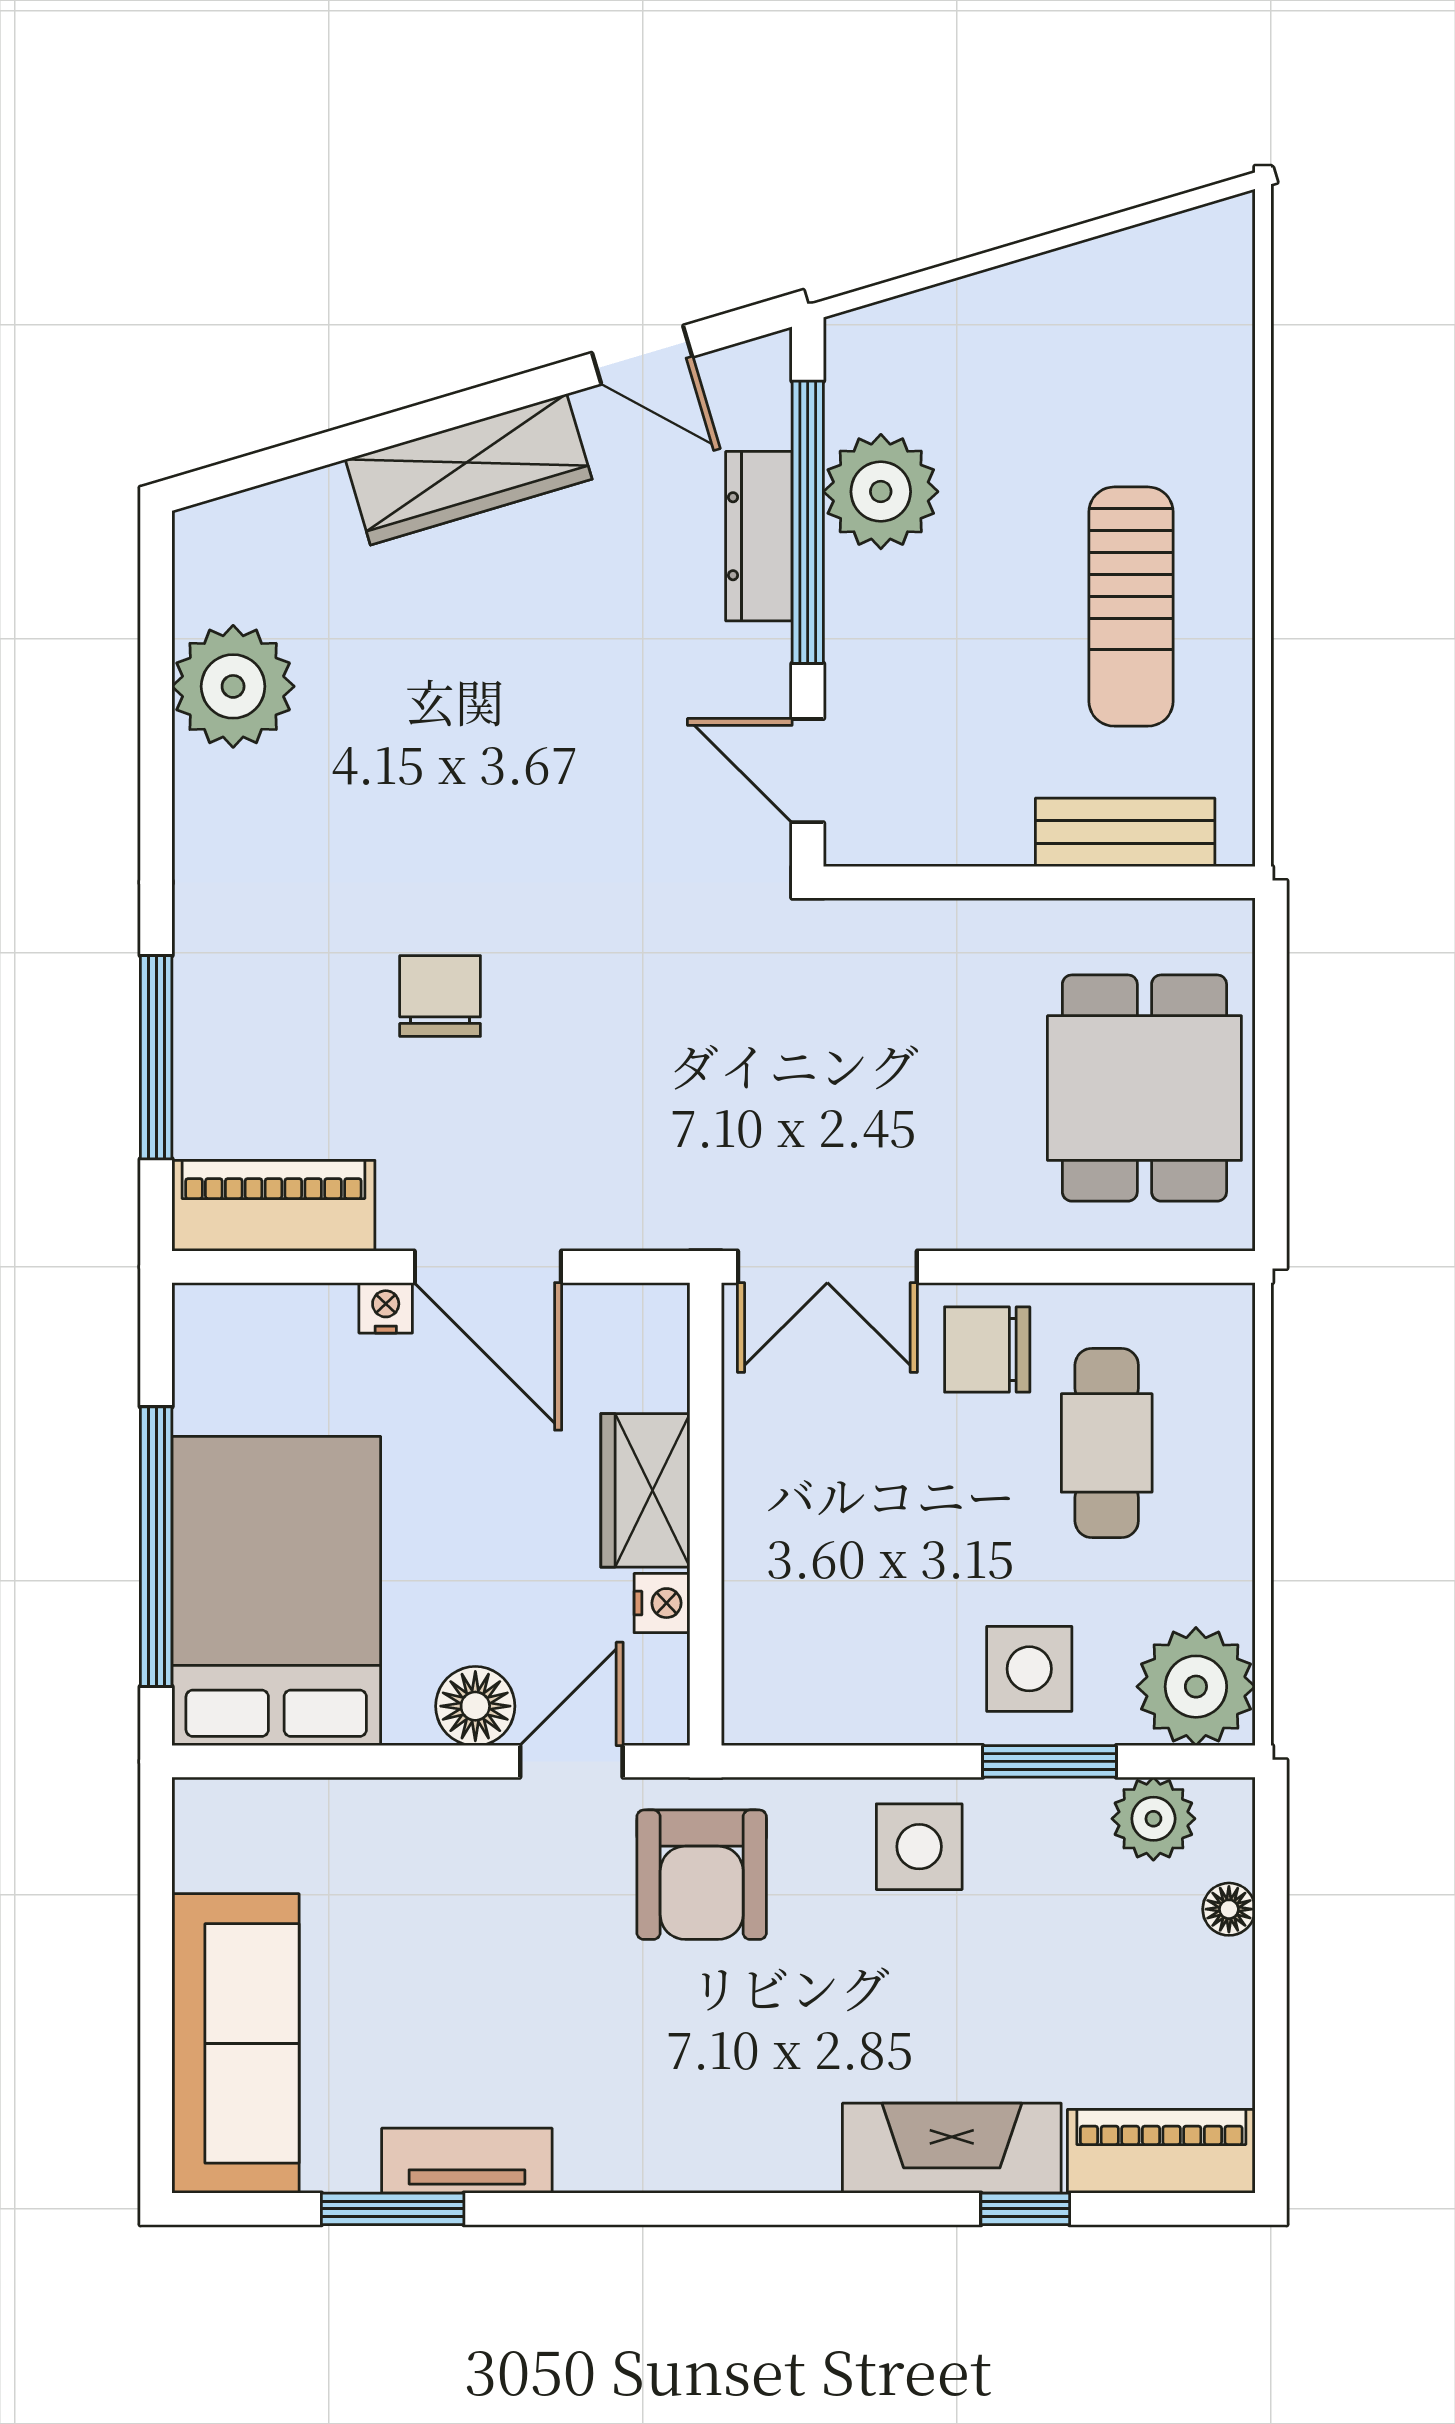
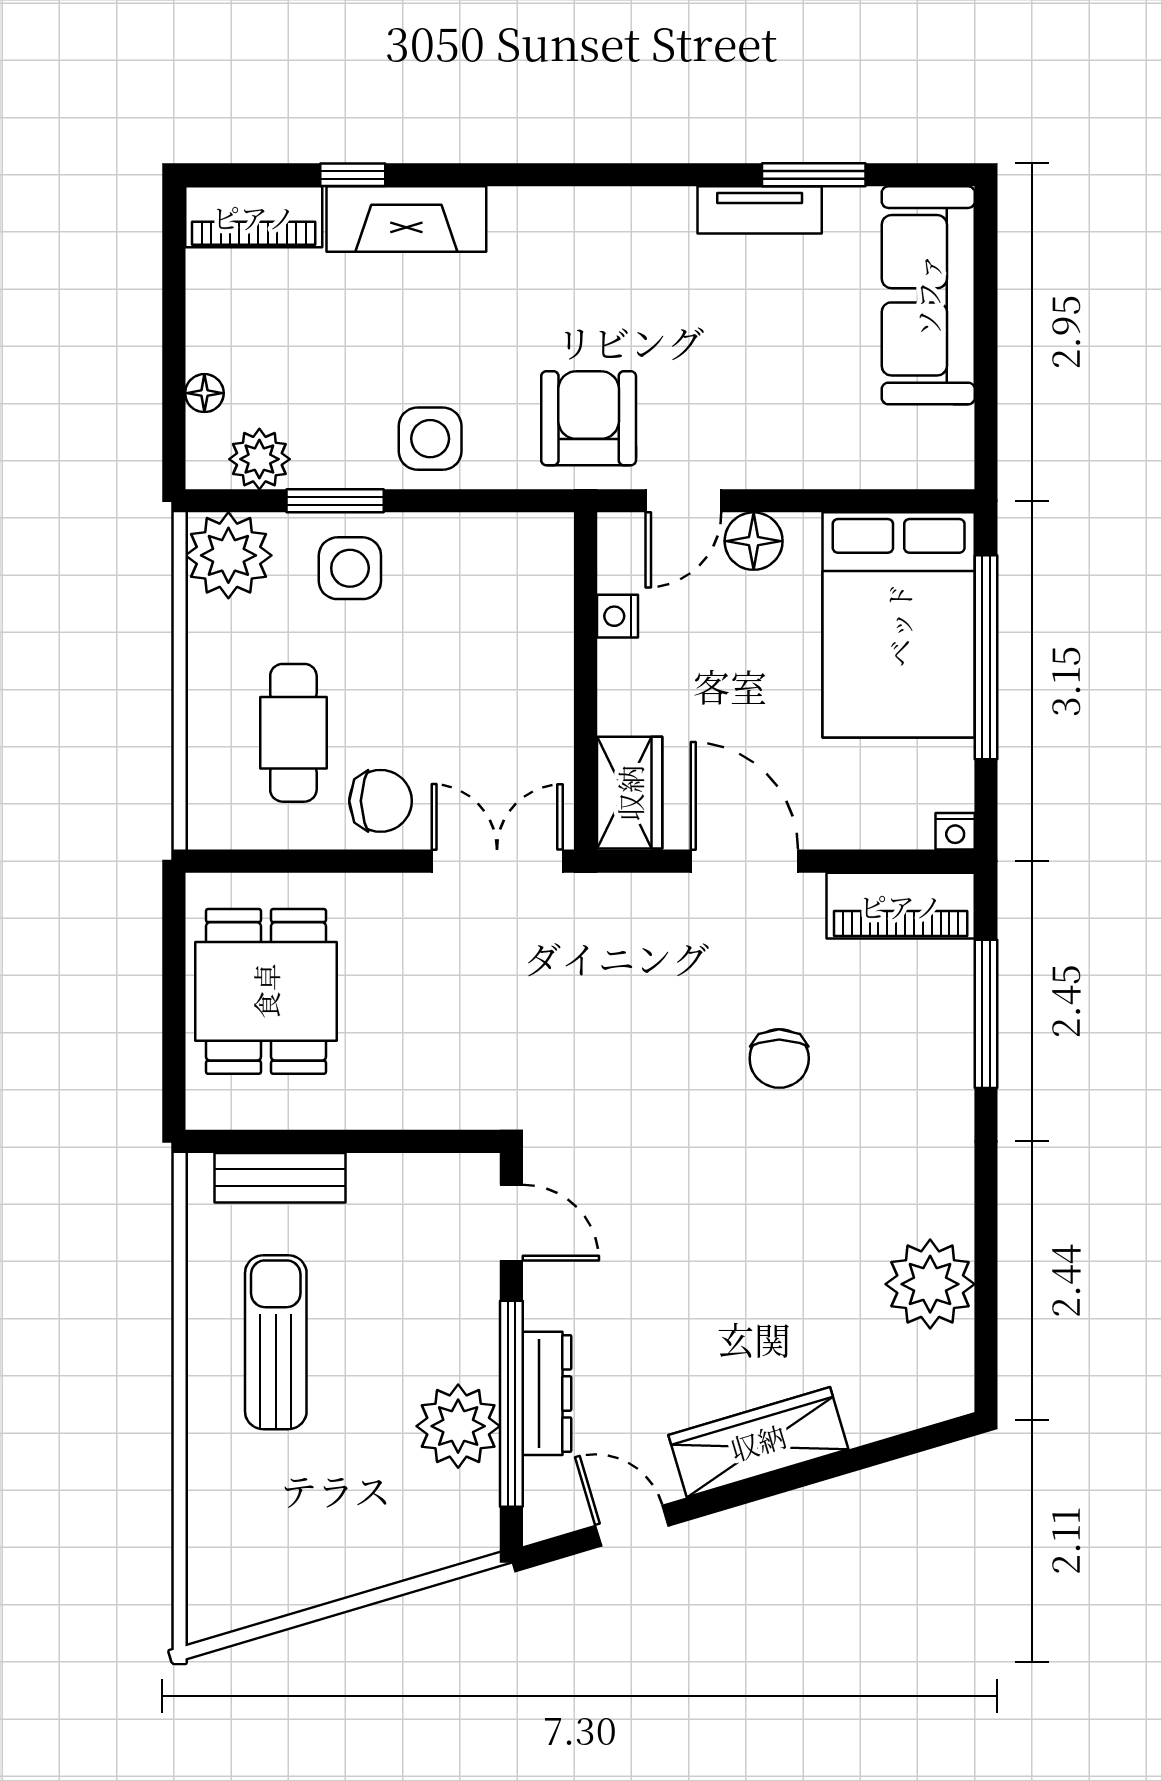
nightstand: (386, 1308) -> (955, 831), moved
wardrobe: (645, 1490) -> (630, 793), moved

